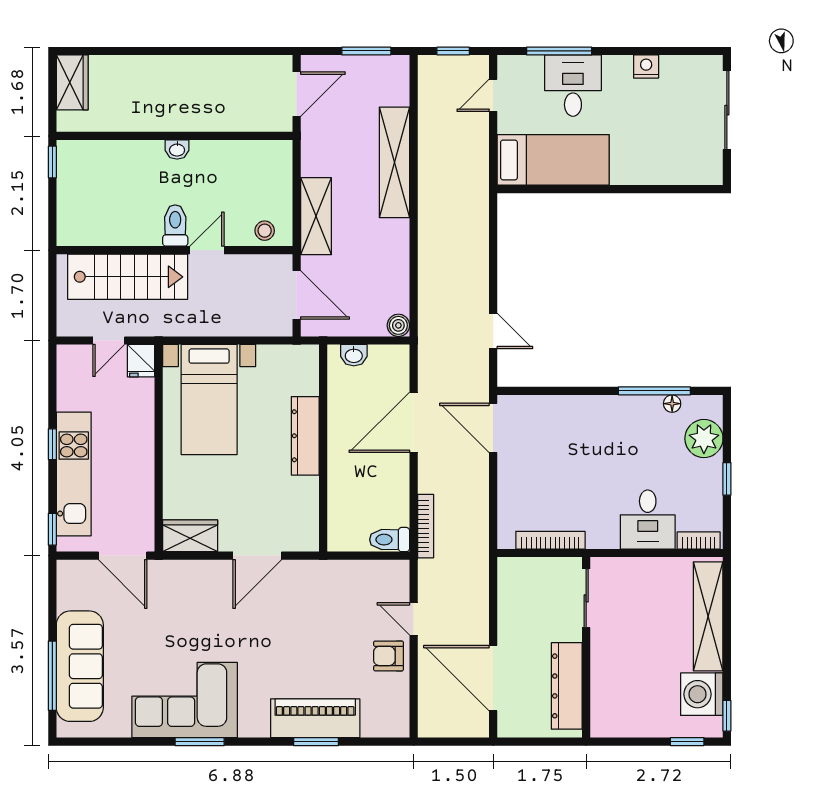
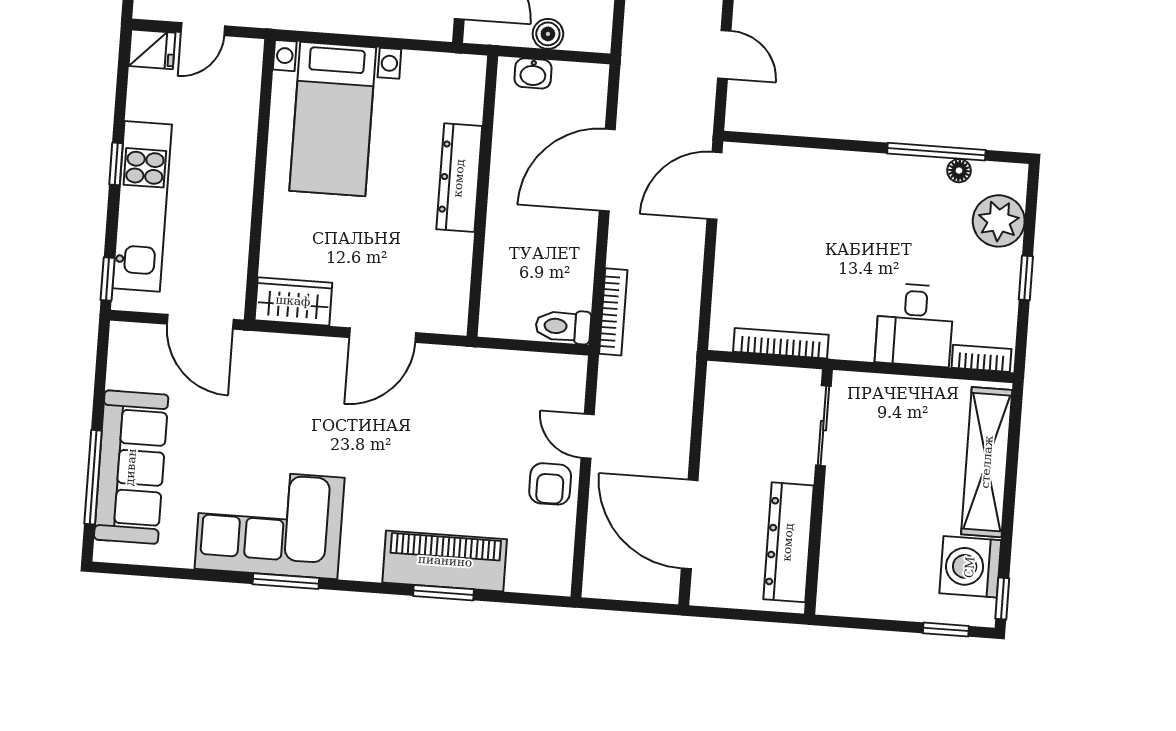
boiler: (398, 325) -> (548, 34), moved
fridge: (141, 361) -> (152, 49), moved, turned -90
door: (493, 428) -> (715, 186), hinge flipped
armchair: (389, 656) -> (550, 484), turned -90

